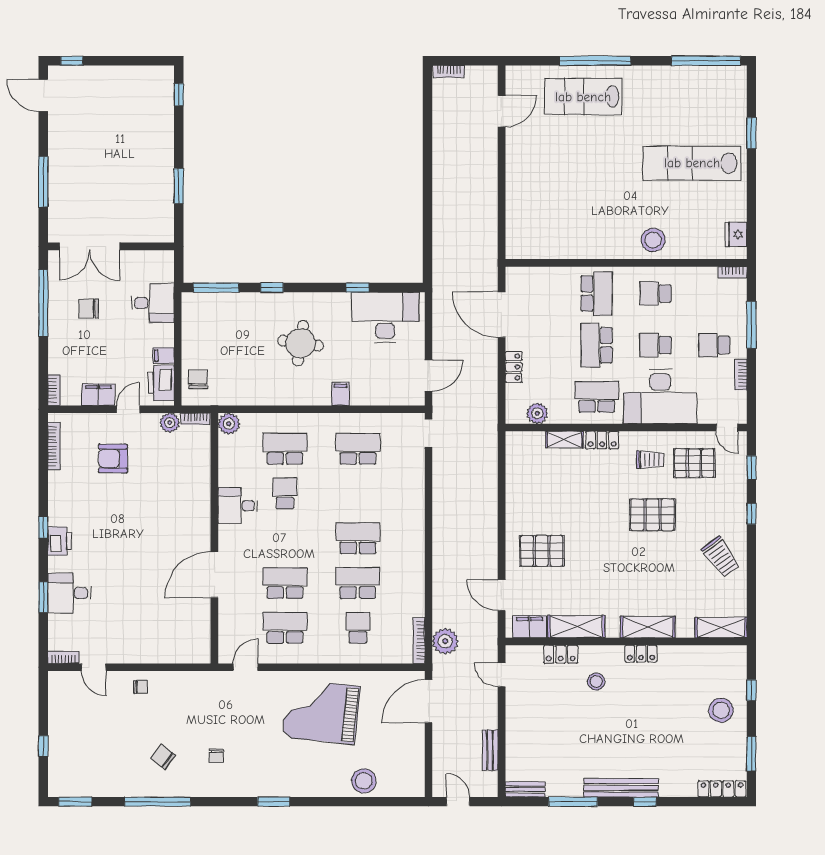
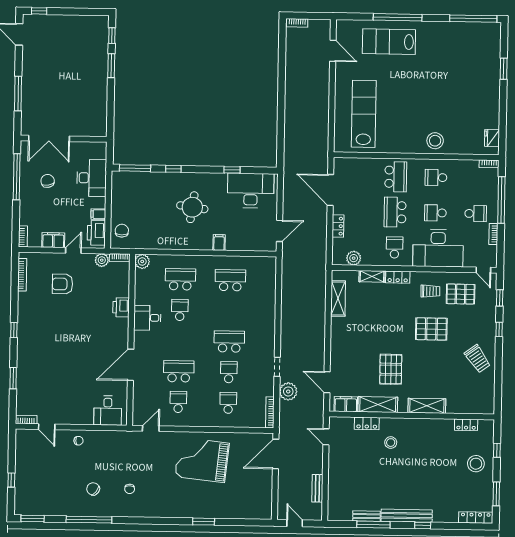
door: (502, 111) -> (333, 51), hinge flipped
lab bench: (692, 163) -> (364, 114), moved, turned 90
window: (179, 186) -> (111, 66), moved
desk: (153, 303) -> (92, 178), width x1.37
chair: (89, 308) -> (48, 181), turned 80
window: (751, 325) -> (501, 200), width x1.46
school desk: (714, 345) -> (476, 214), turned 180
school desk: (597, 397) -> (394, 247), width x0.54
doorway: (428, 433) -> (277, 367), moved
printer: (60, 541) -> (121, 307), moved, turned 180
pallet: (542, 551) -> (391, 369), moved, turned 90
school desk: (358, 583) -> (229, 372), width x0.54
desk: (69, 593) -> (108, 411), moved, turned -90
school desk: (285, 628) -> (178, 402), width x0.54
shelving: (721, 628) -> (338, 298), moved, turned 90
plant: (445, 641) -> (288, 391), moved
locker: (641, 654) -> (466, 425), moved
stool: (364, 781) -> (230, 508), removed
bench: (525, 789) -> (367, 516), moved
window: (274, 802) -> (204, 522), moved

